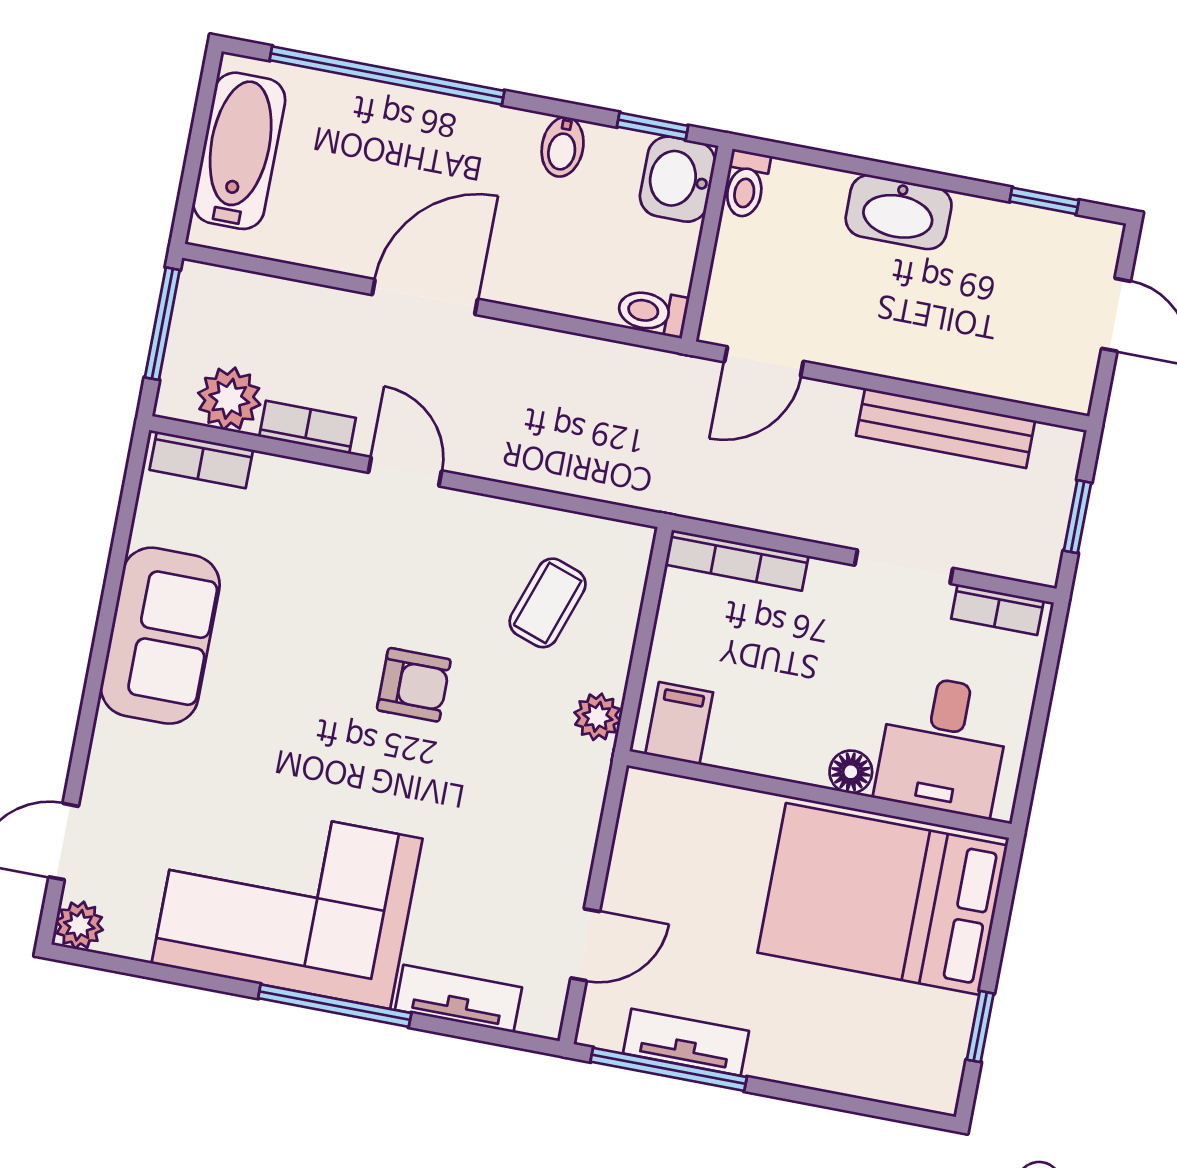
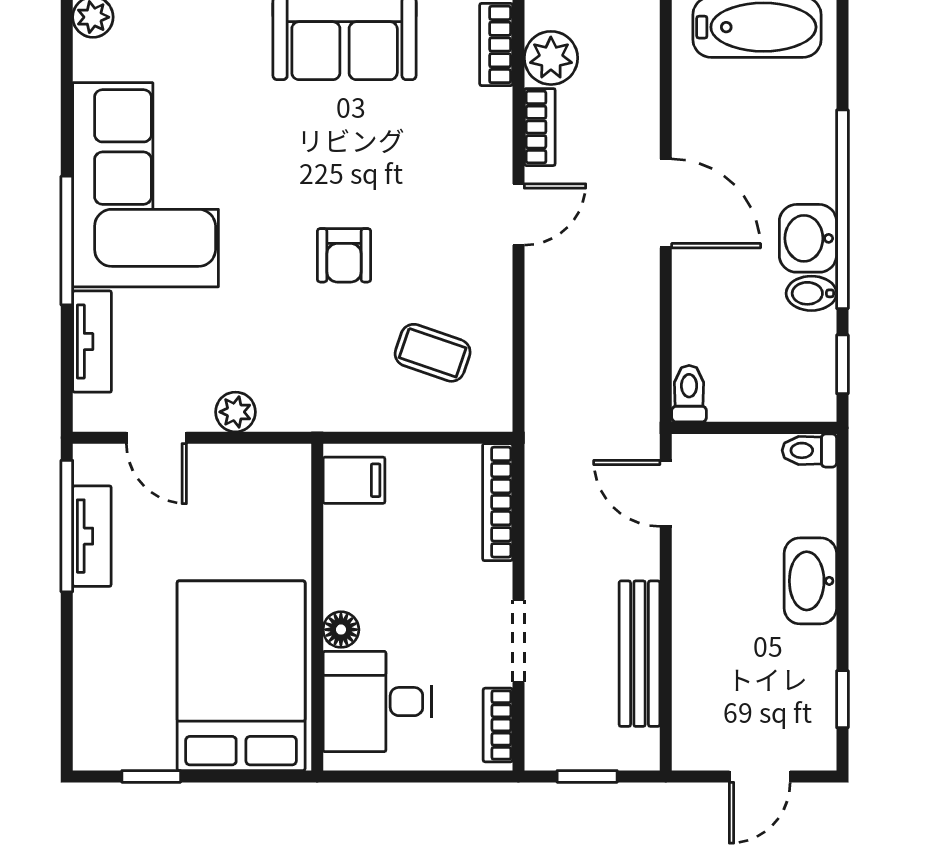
window: (387, 76) -> (842, 209), moved
washbasin: (678, 179) -> (808, 238), moved, turned -90
plant: (598, 717) -> (235, 412), moved

